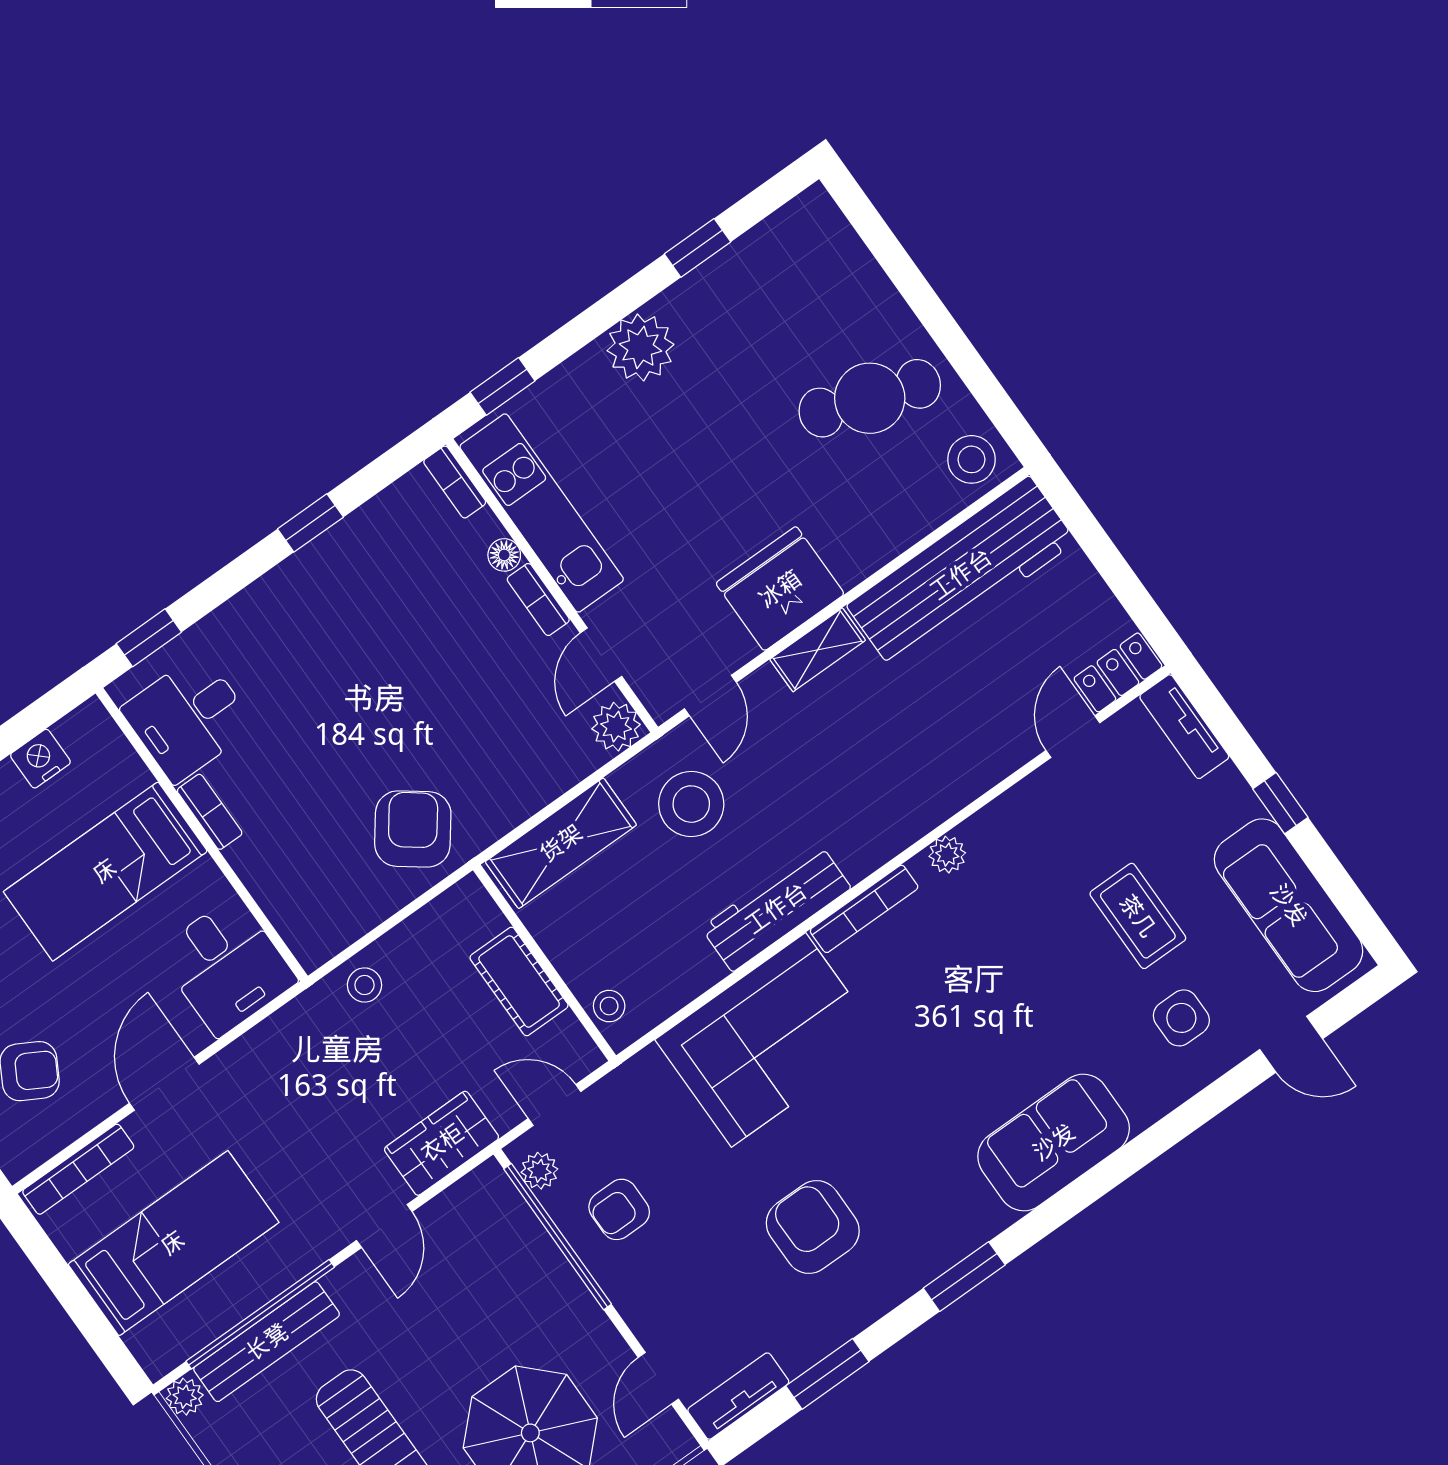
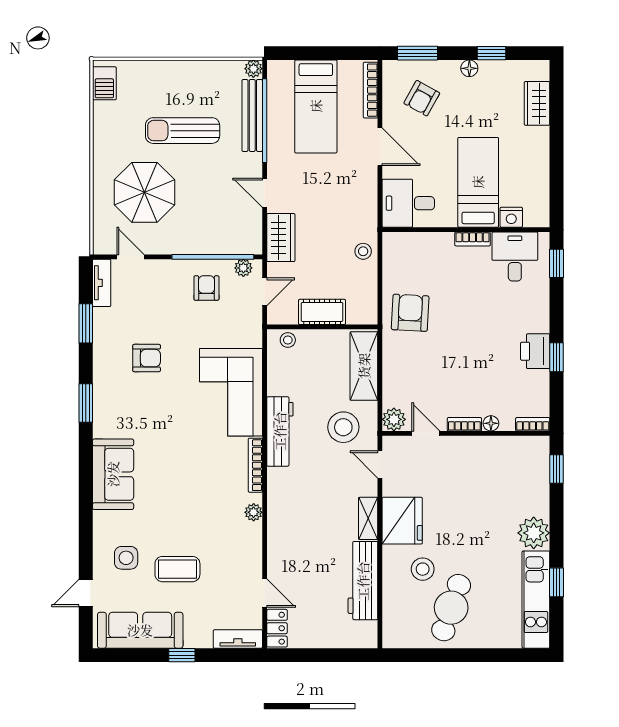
stool: (971, 459) -> (423, 569), moved
kitchen unit: (542, 513) -> (536, 600), moved, turned 90
printer: (326, 567) -> (535, 351), added
workbench: (961, 574) -> (363, 581), width x0.73, depth x0.76
nightstand: (40, 759) -> (511, 217), moved, turned 90
armchair: (413, 829) -> (410, 313), turned -124
armchair: (813, 1227) -> (147, 358), width x0.72, depth x0.72

